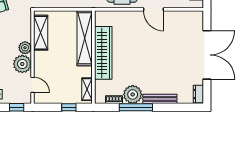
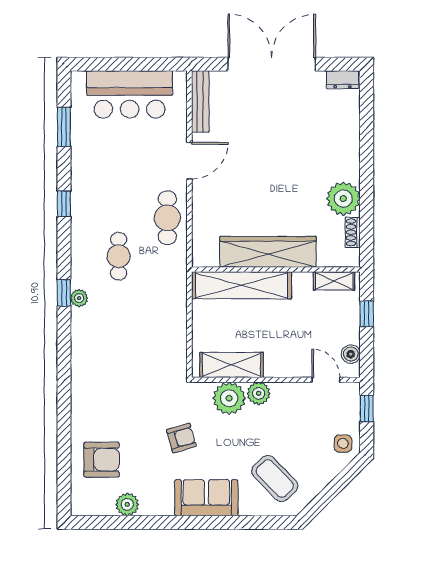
plant: (22, 64) -> (229, 398), moved
door: (33, 85) -> (326, 380), hinge flipped
boiler: (47, 99) -> (351, 354), added
bench: (160, 99) -> (200, 102), moved
window: (136, 107) -> (367, 193), removed

